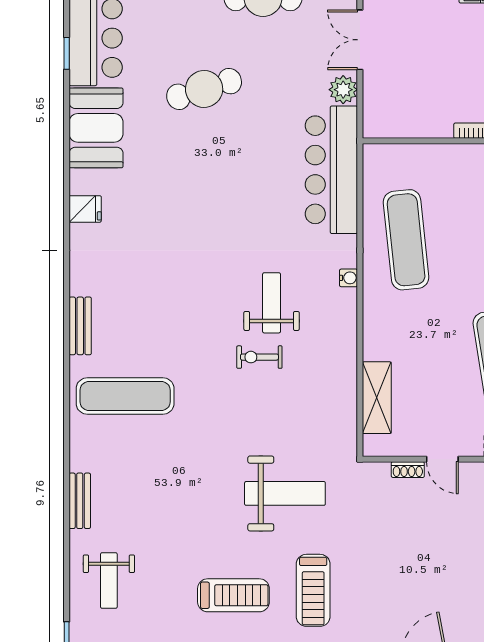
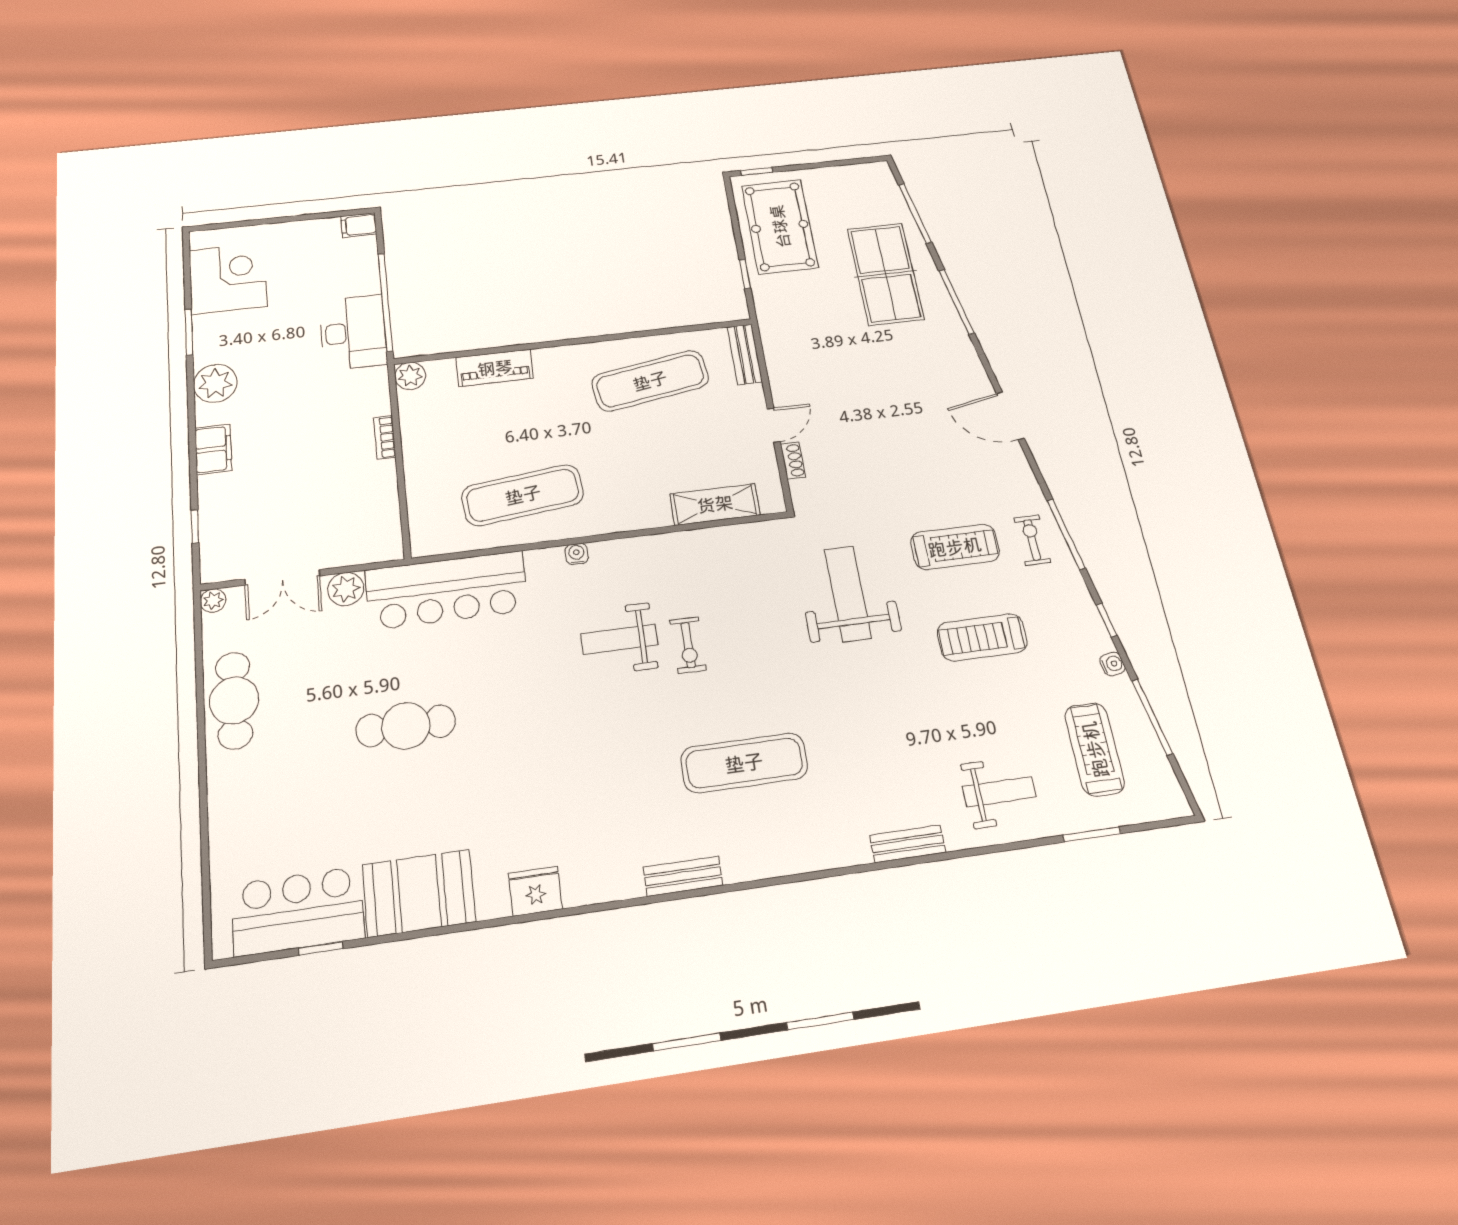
cafe table: (204, 89) -> (406, 726), moved, turned -73
fridge: (85, 209) -> (535, 891), width x1.38
exercise mat: (125, 396) -> (744, 763), moved, turned 90
treadmill: (233, 595) -> (982, 637), turned -90

